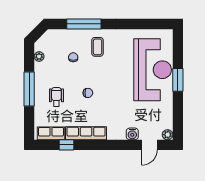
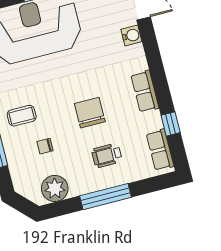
plant: (39, 56) -> (55, 188), width x1.88, depth x1.88
chair: (88, 93) -> (90, 113), width x1.87, depth x1.87
row of seats: (86, 133) -> (145, 91), width x0.68

